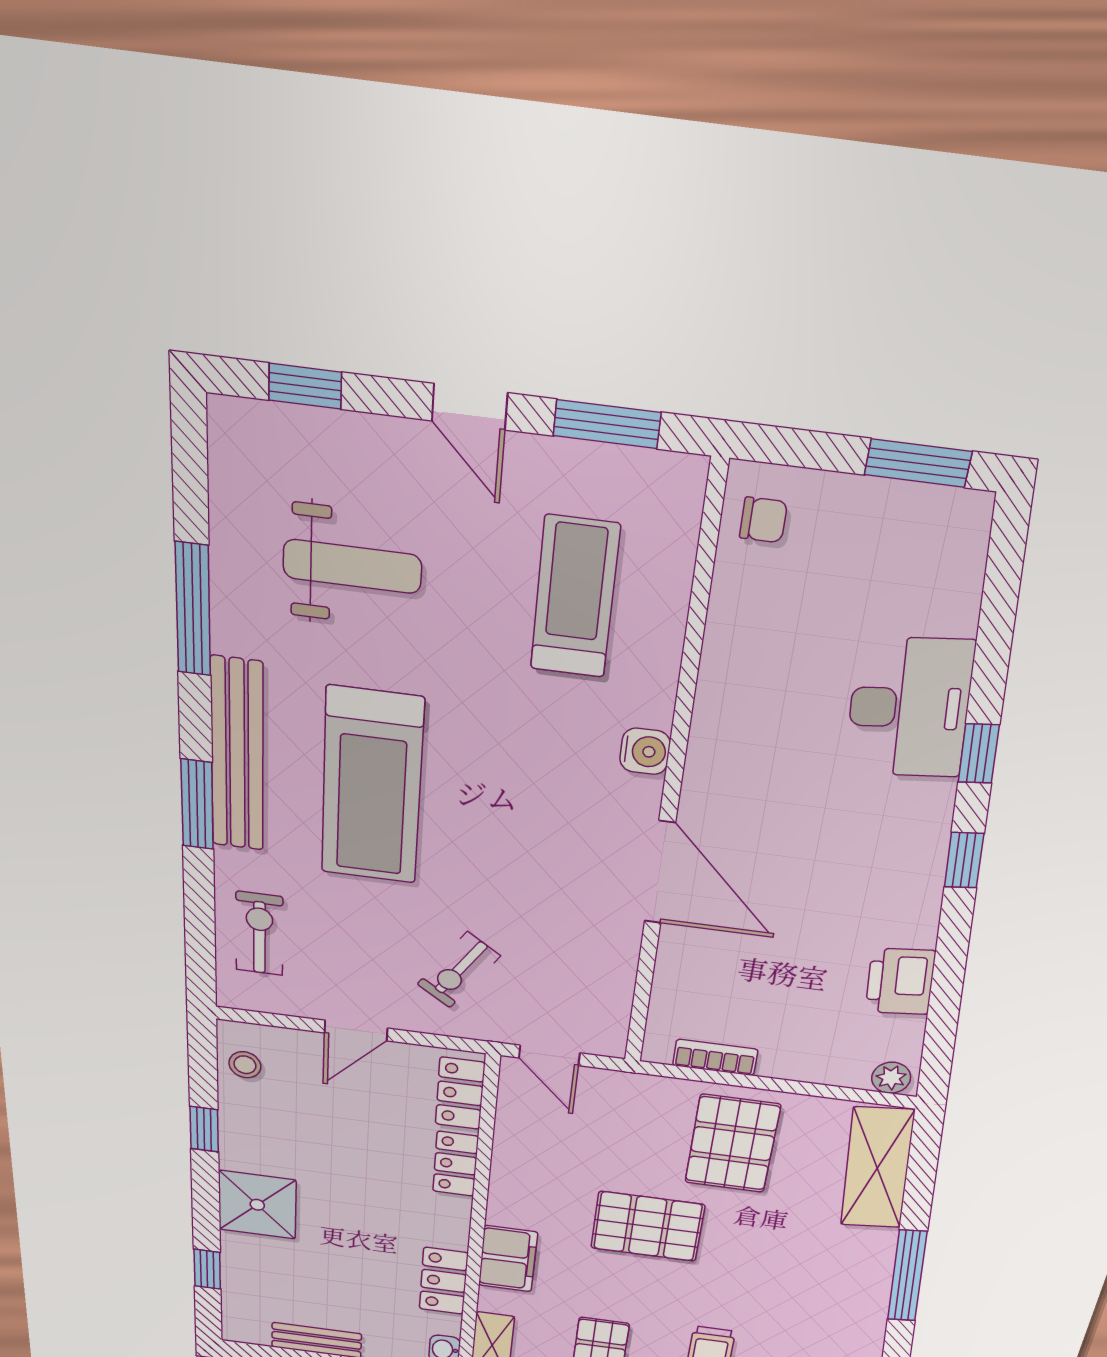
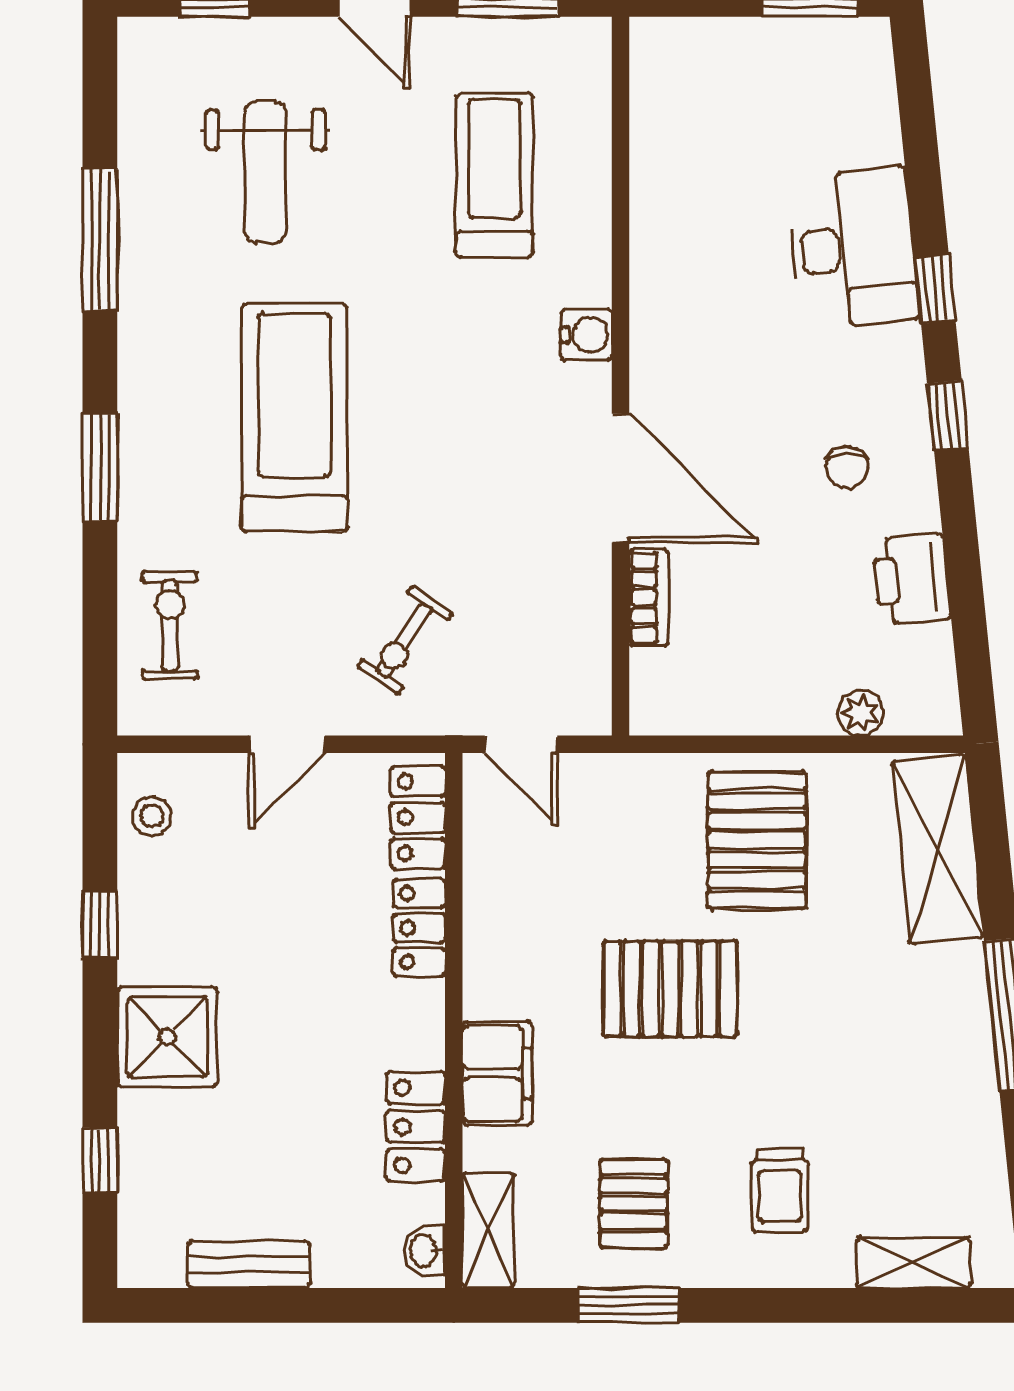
chair: (763, 520) -> (847, 467), moved, turned 90
weight bench: (352, 566) -> (265, 172), turned 90
bench: (237, 755) -> (145, 401), removed
treadmill: (372, 787) -> (294, 418), turned 180
bookcase: (715, 1057) -> (649, 598), moved, turned 90
plant: (891, 1078) -> (861, 713), moved

